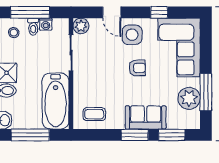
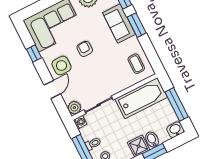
washing machine: (46, 24) -> (80, 122), moved

